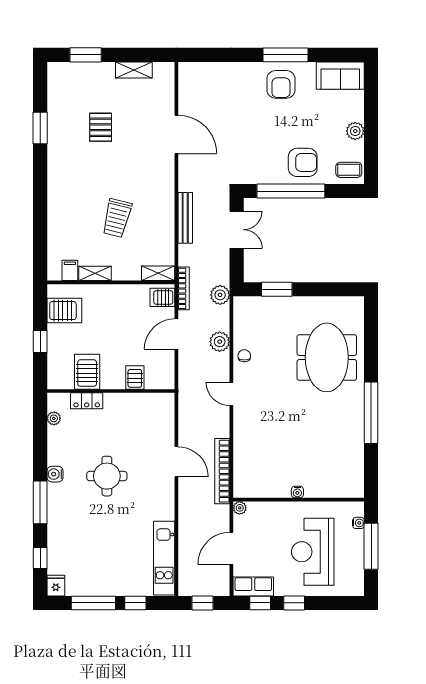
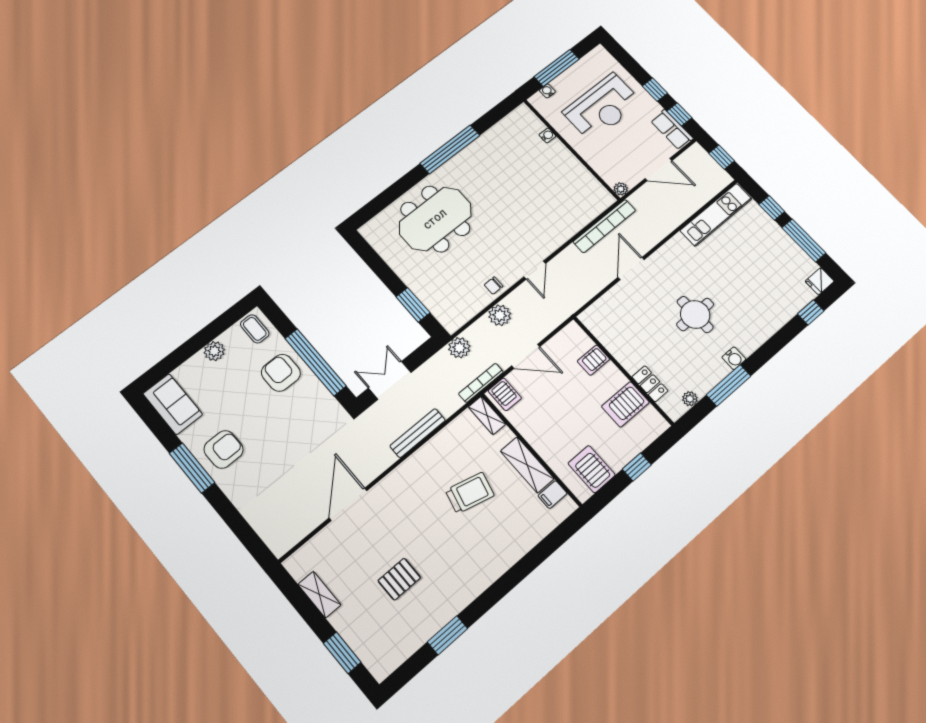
shelving: (95, 273) -> (527, 465), width x1.50, depth x1.33
water cooler: (297, 492) -> (547, 135), moved
window: (40, 502) -> (729, 385), moved

